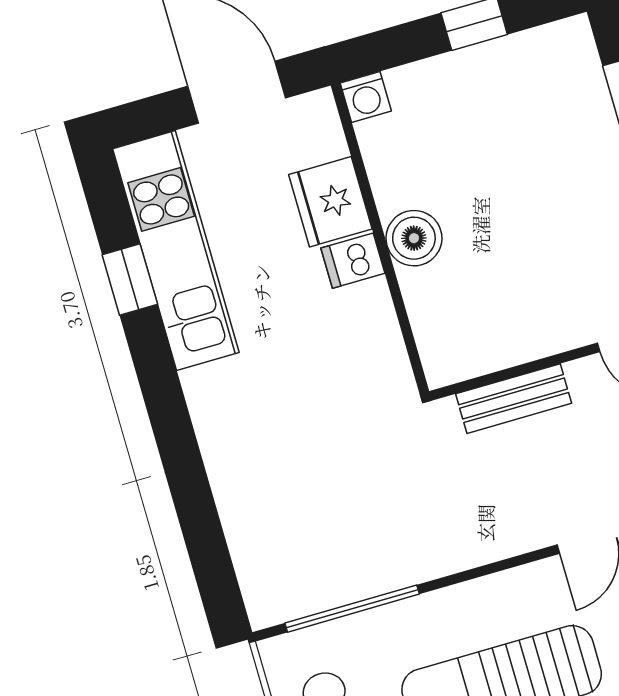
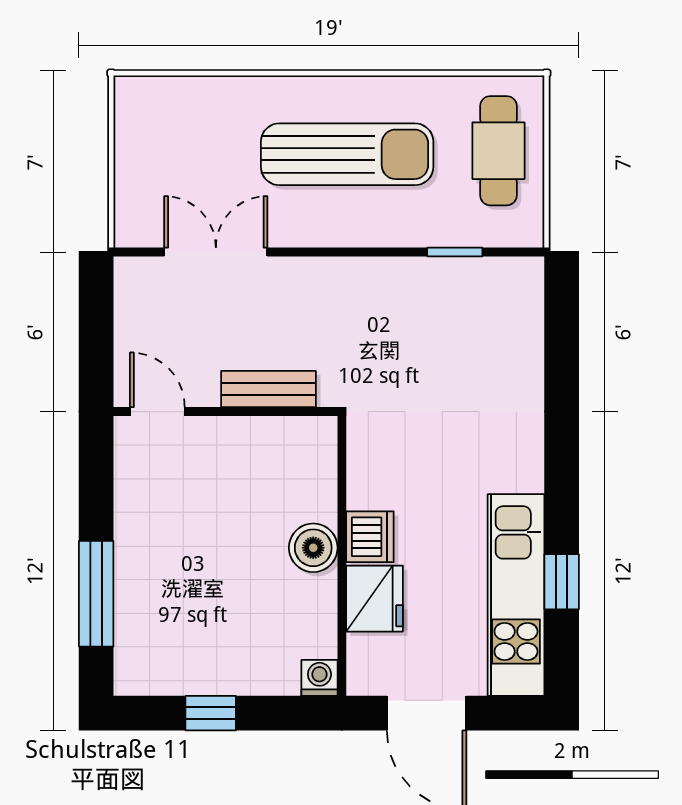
dishwasher: (353, 261) -> (370, 537), width x1.38
window: (352, 609) -> (455, 252), width x0.46

